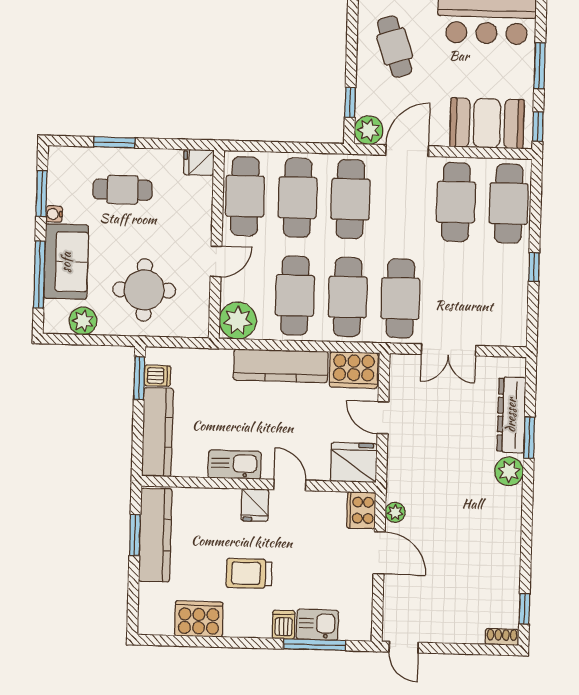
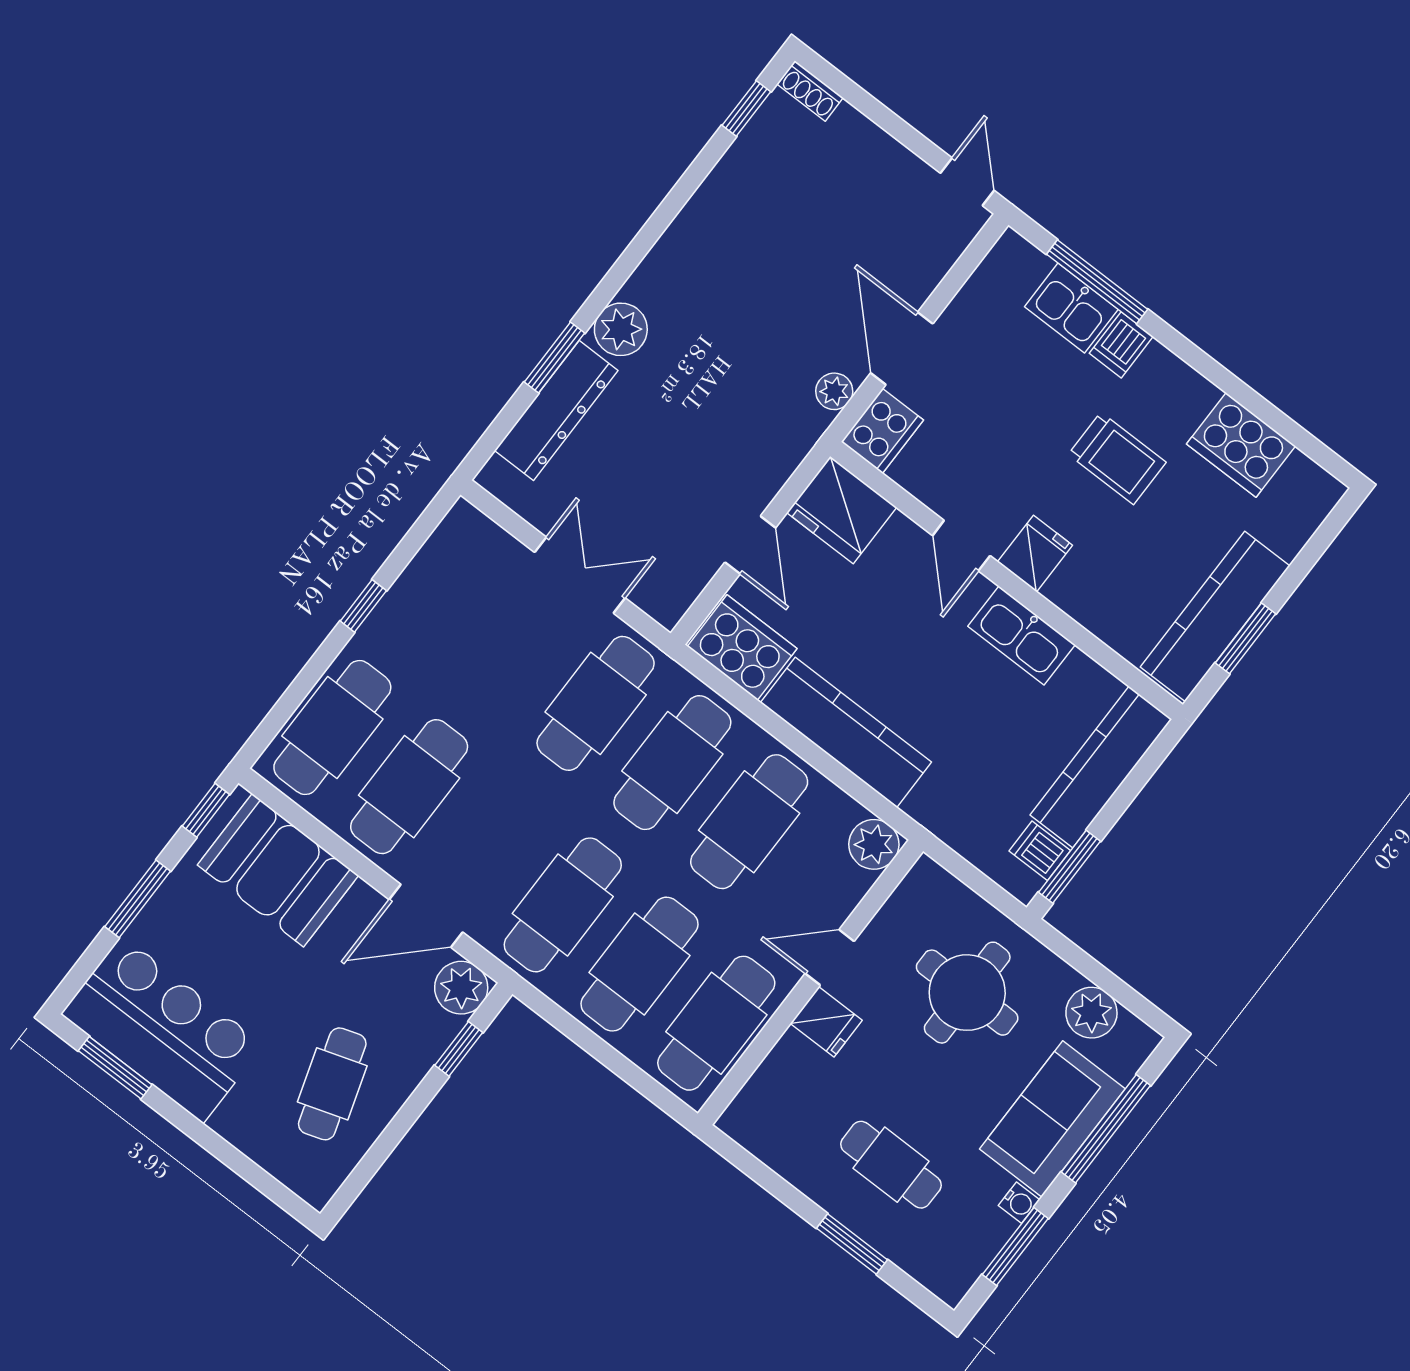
fridge: (199, 162) -> (826, 1022), moved
plant: (238, 321) -> (874, 844), width x0.73, depth x0.73

